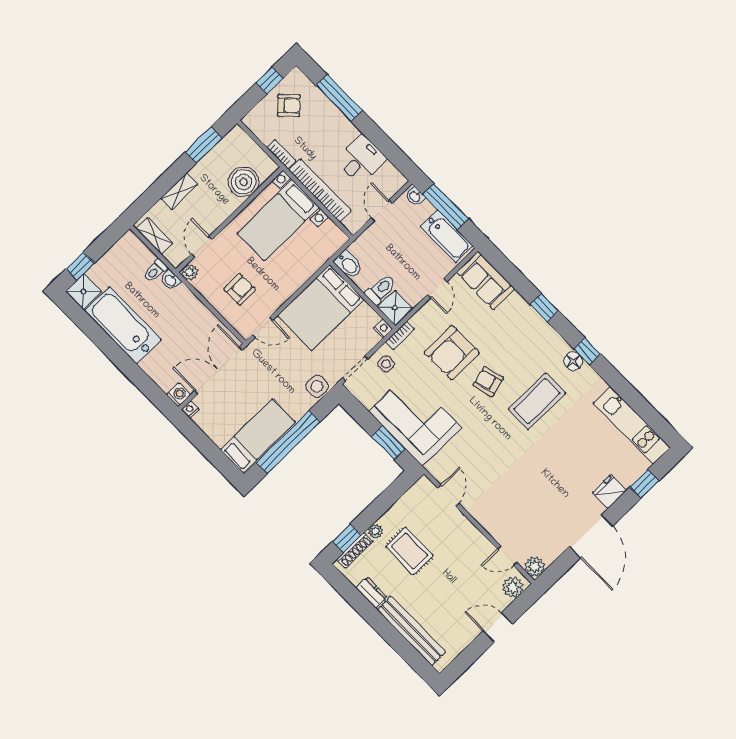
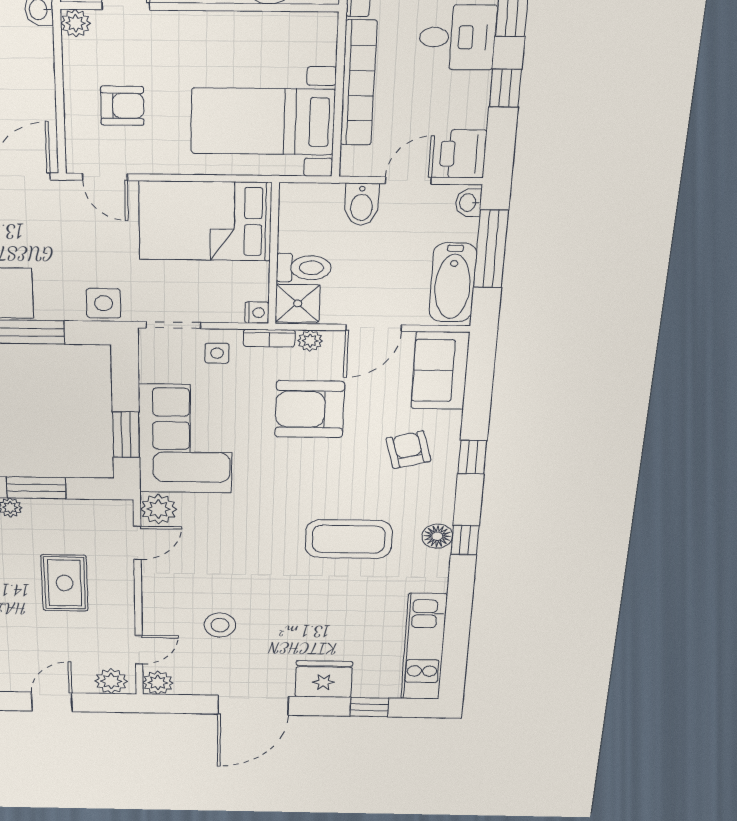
window: (377, 137) -> (505, 88), added
desk: (361, 160) -> (457, 37), moved
printer: (391, 179) -> (463, 154), added
bed with nightstands: (278, 220) -> (263, 122), moved
bidet: (348, 264) -> (362, 204), moved
door: (437, 288) -> (374, 328), width x1.38
plant: (418, 320) -> (310, 341), added
armchair: (488, 382) -> (408, 450), moved
plant: (440, 468) -> (158, 509), added
fridge: (610, 491) -> (324, 679), width x1.36, depth x1.34
stool: (529, 505) -> (220, 625), added
window: (377, 509) -> (36, 488), added
rug: (410, 551) -> (65, 583), moved
door: (507, 556) -> (139, 650), swing flipped
door: (498, 627) -> (52, 702), hinge flipped

